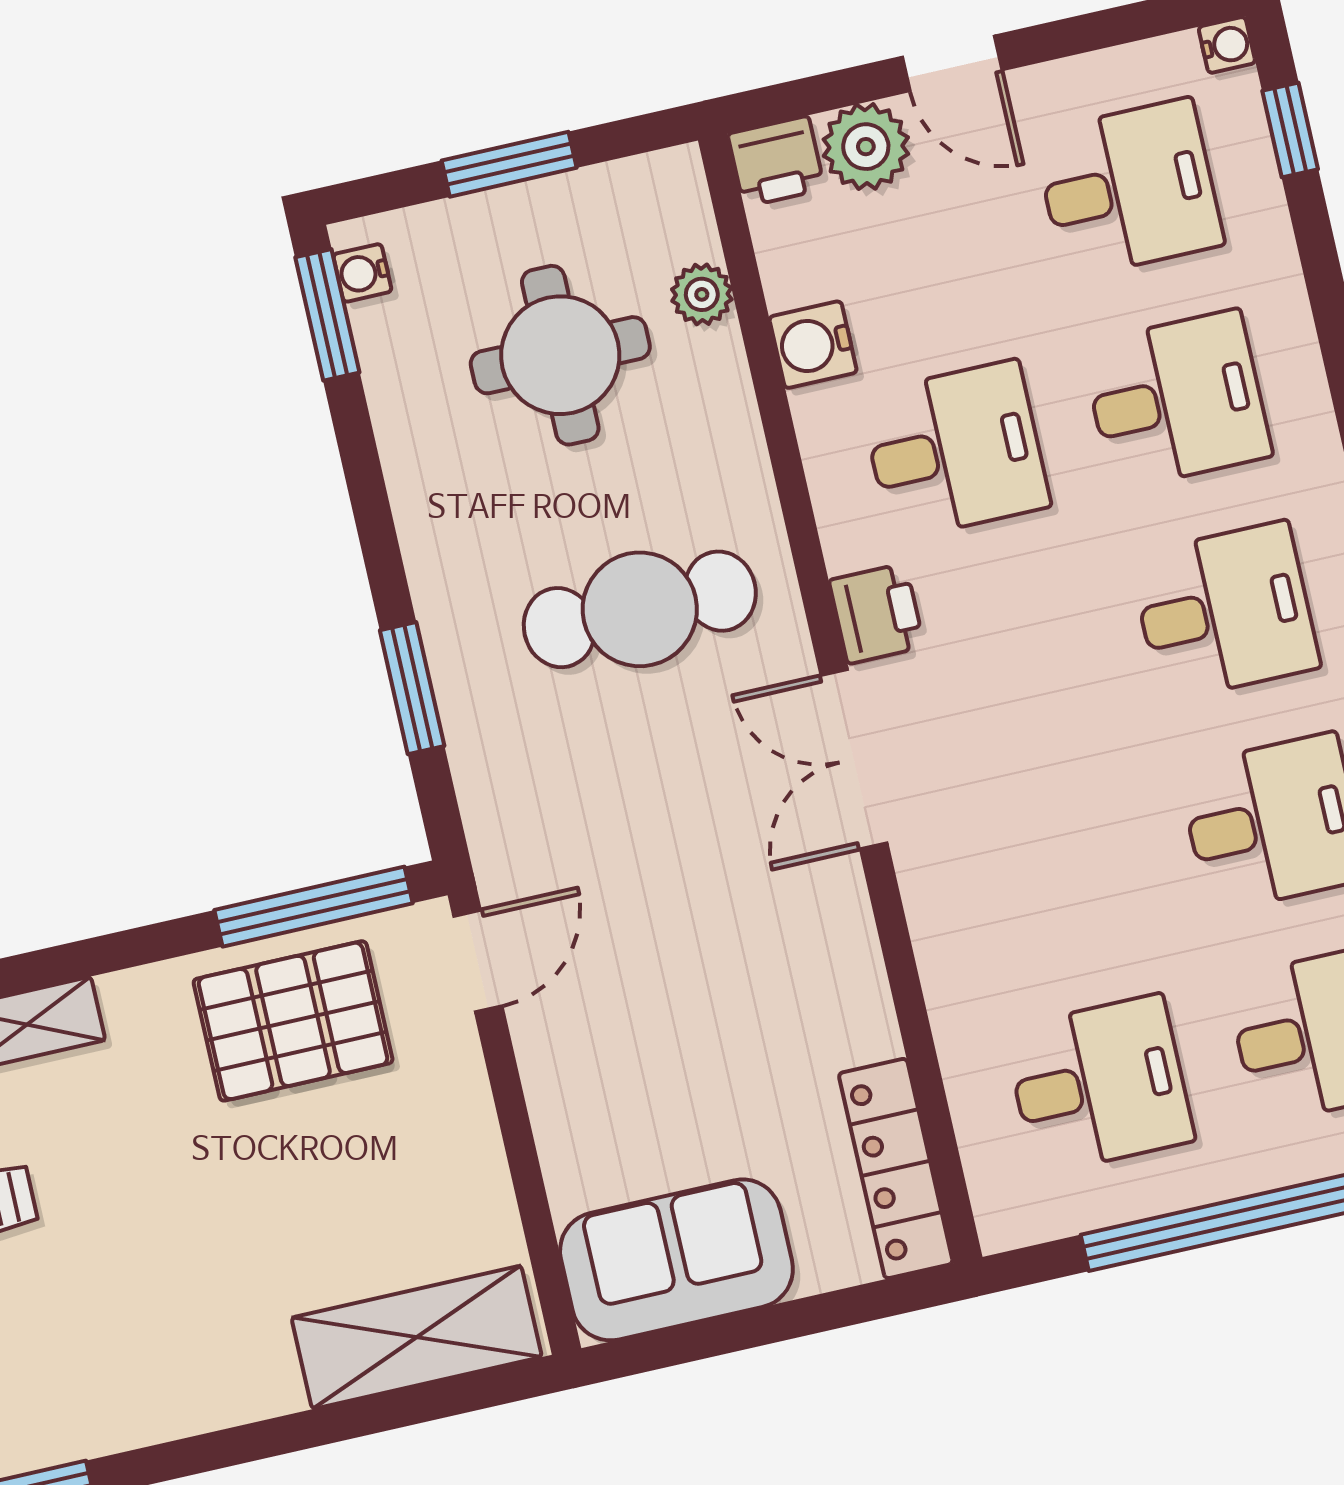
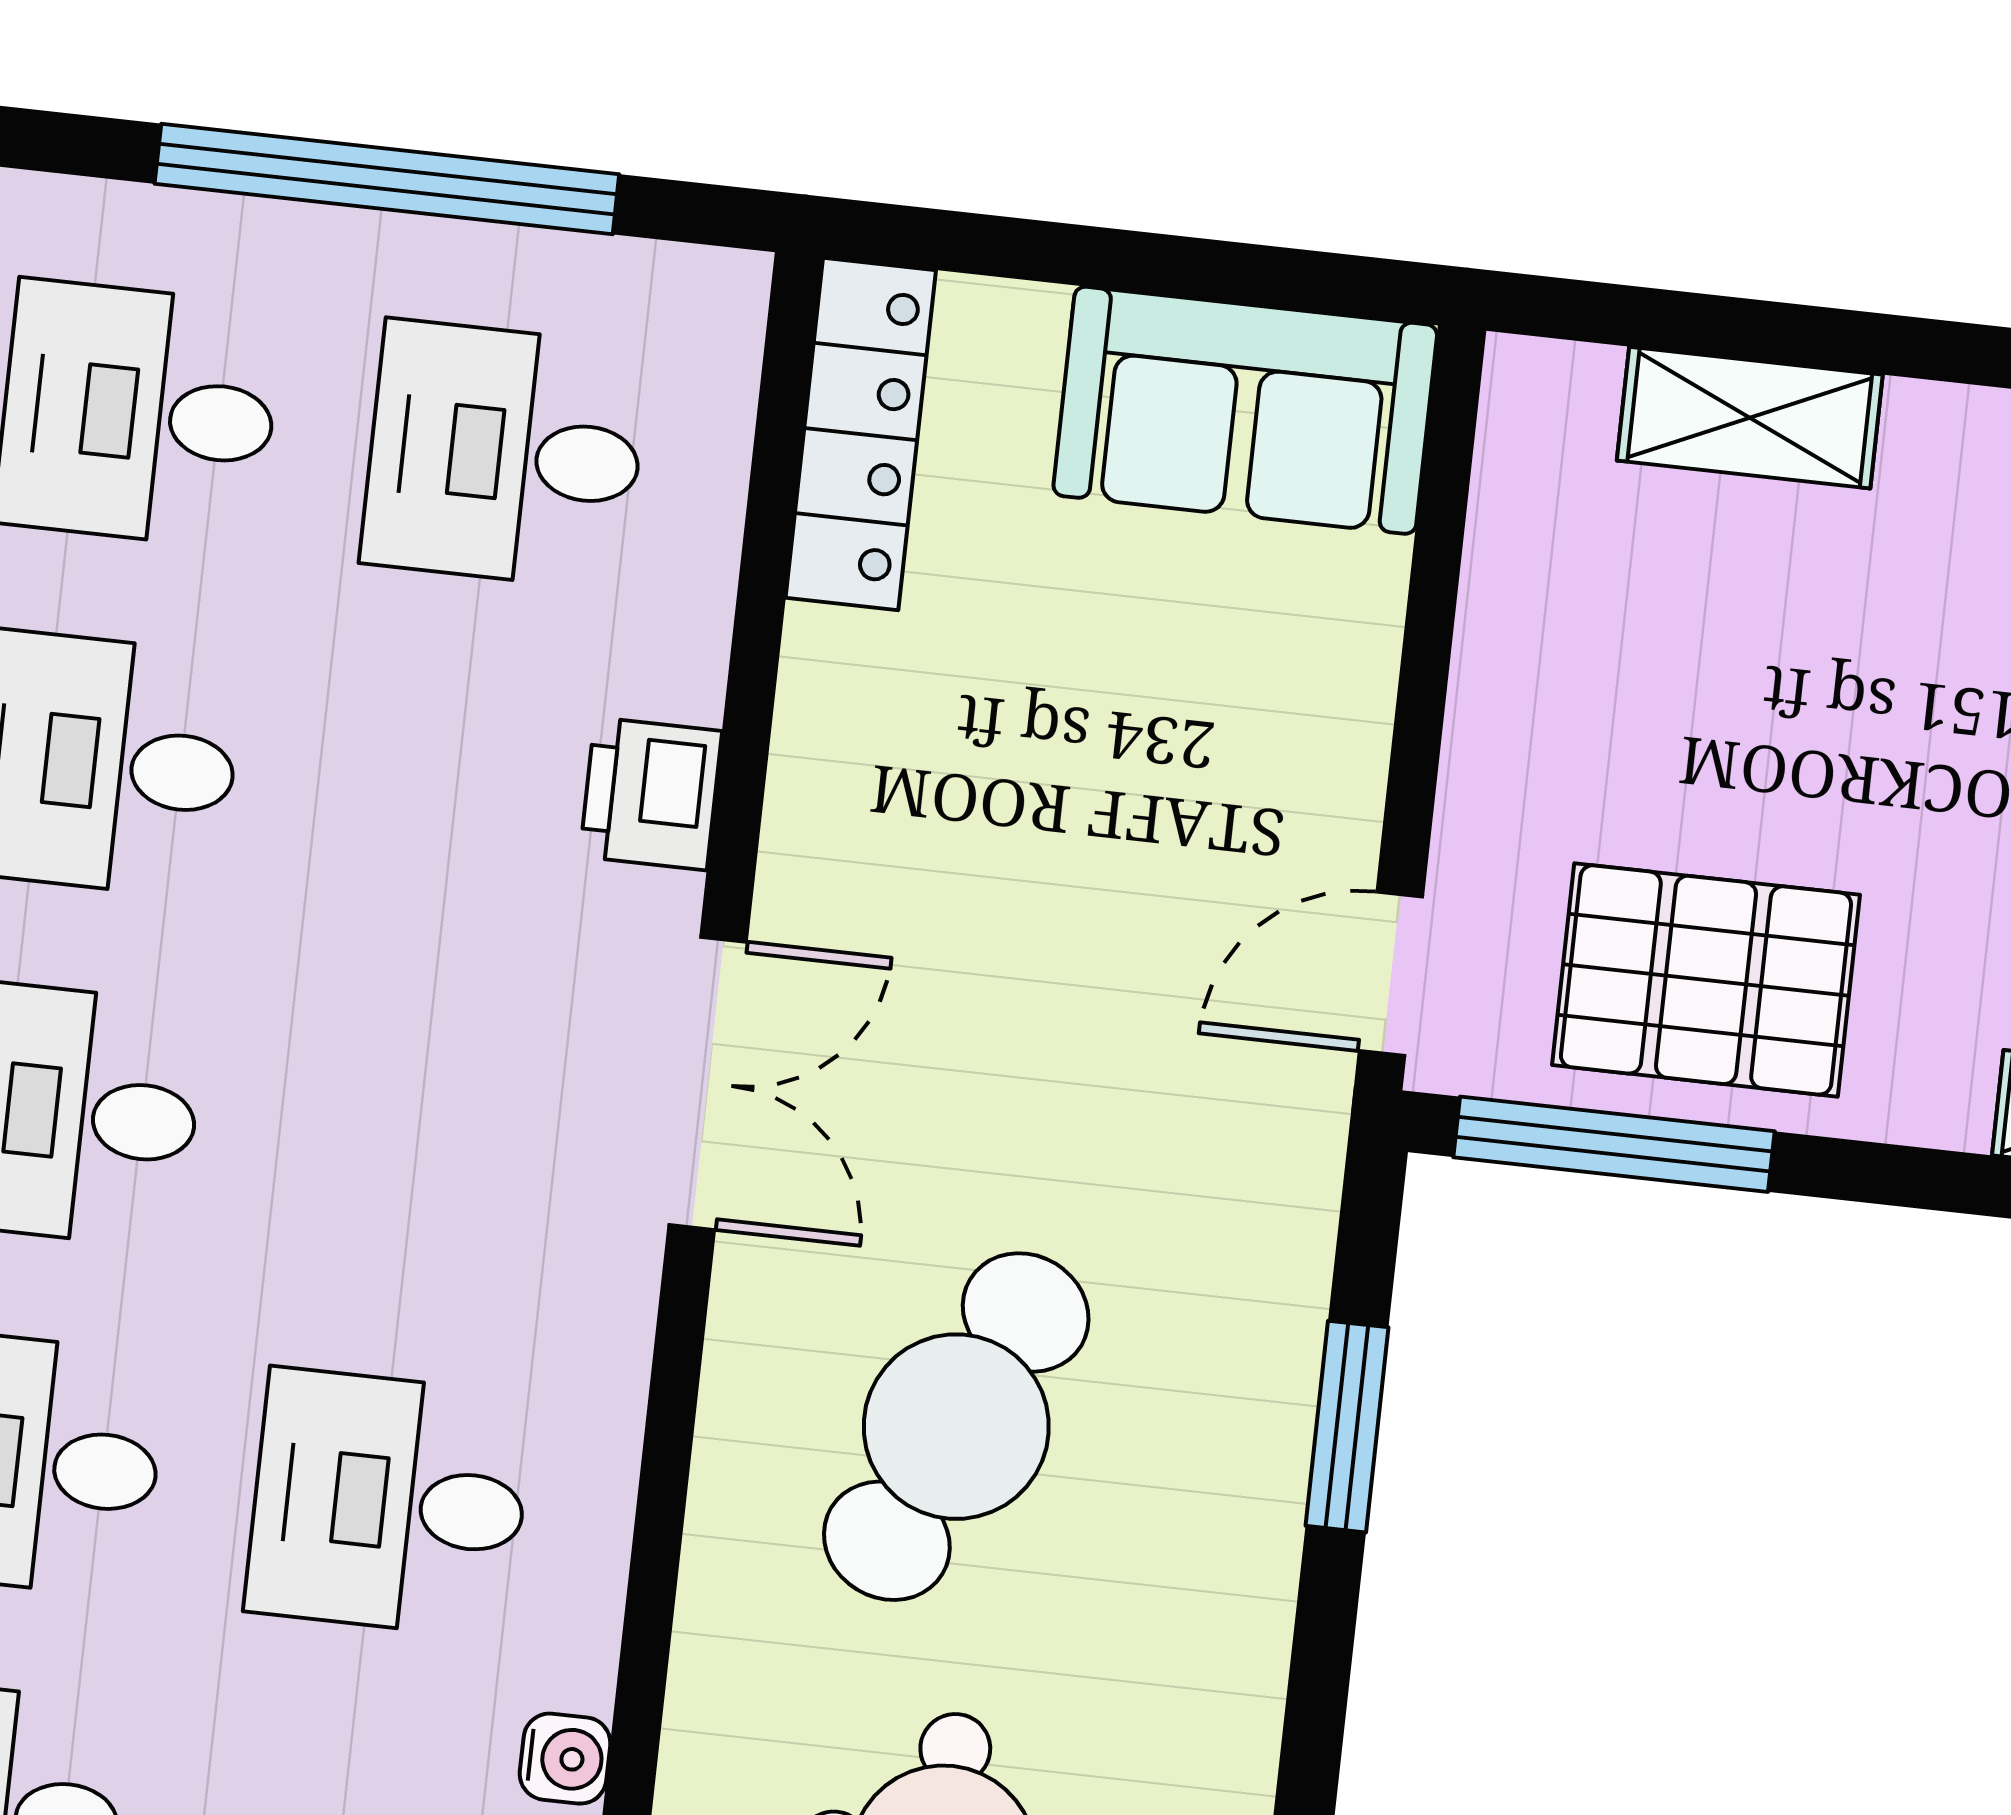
water cooler: (813, 345) -> (565, 1759), width x0.72, depth x0.72
cafe table: (640, 609) -> (956, 1427), turned -65
printer: (877, 614) -> (651, 794), moved
shelving: (417, 1337) -> (1750, 418), width x0.67, depth x0.75

